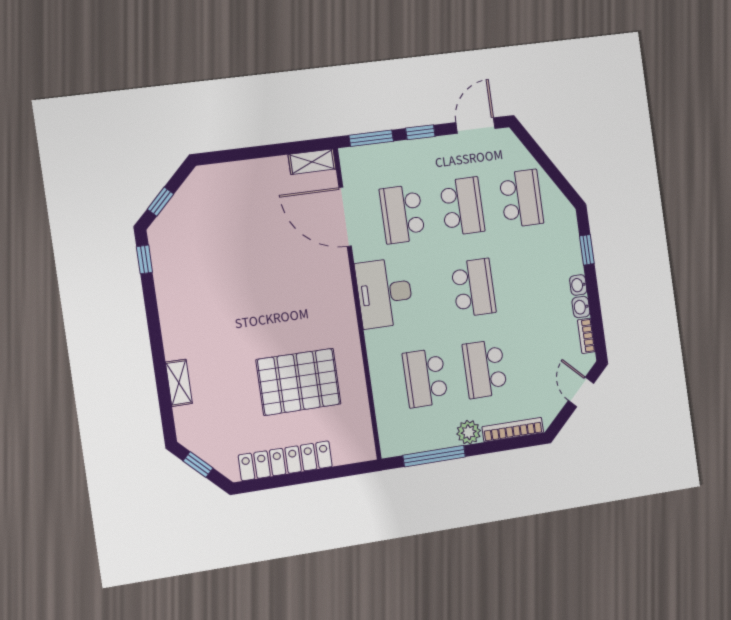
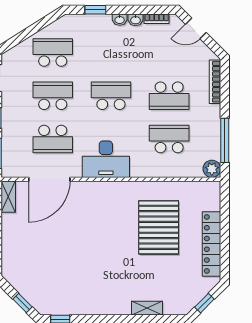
school desk: (425, 378) -> (169, 139), turned 180
plant: (469, 432) -> (212, 169), moved

